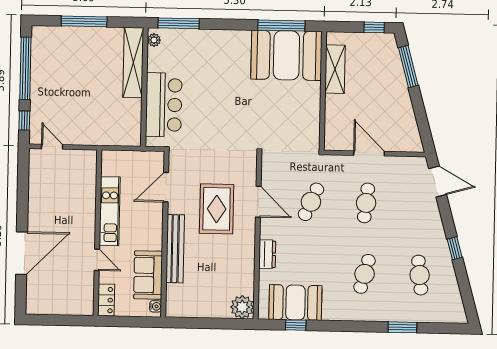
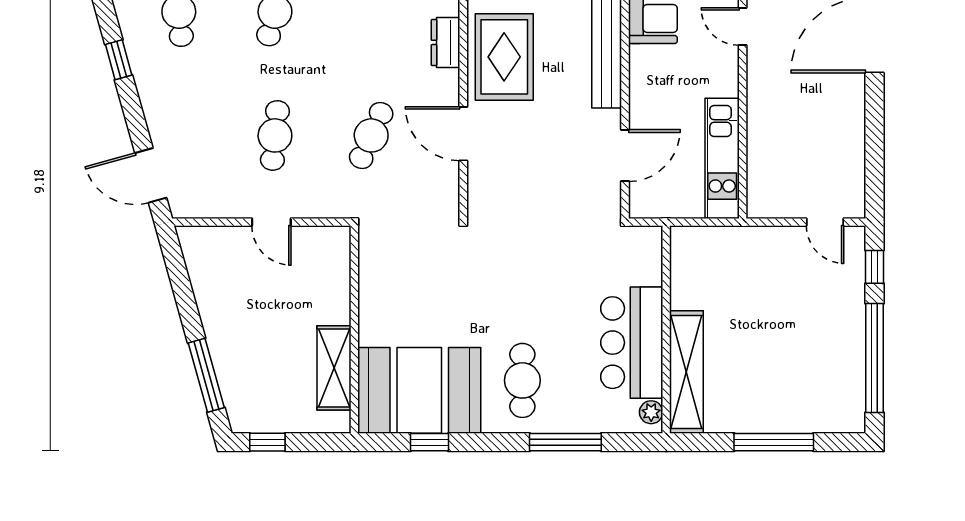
window: (179, 23) -> (565, 442), moved
window: (281, 26) -> (429, 442), width x0.46
cafe table: (227, 60) -> (522, 380), added
bar counter: (164, 105) -> (632, 343), moved
door: (369, 153) -> (271, 222), width x0.73
rug: (217, 209) -> (504, 57), moved
kitchen unit: (110, 211) -> (722, 158), moved

